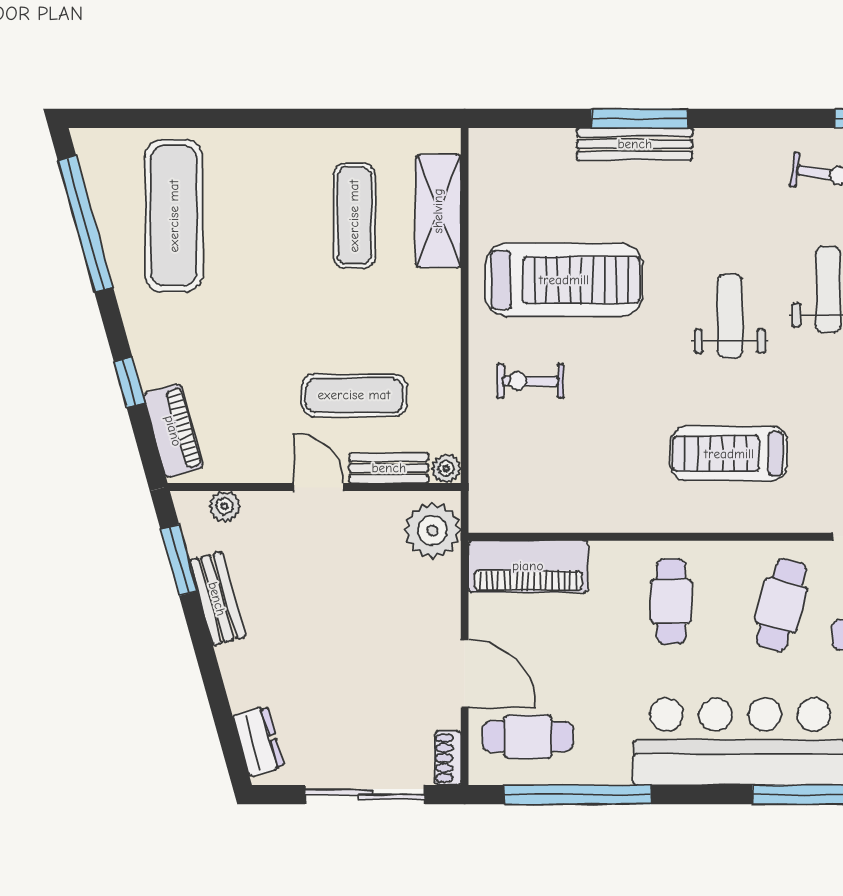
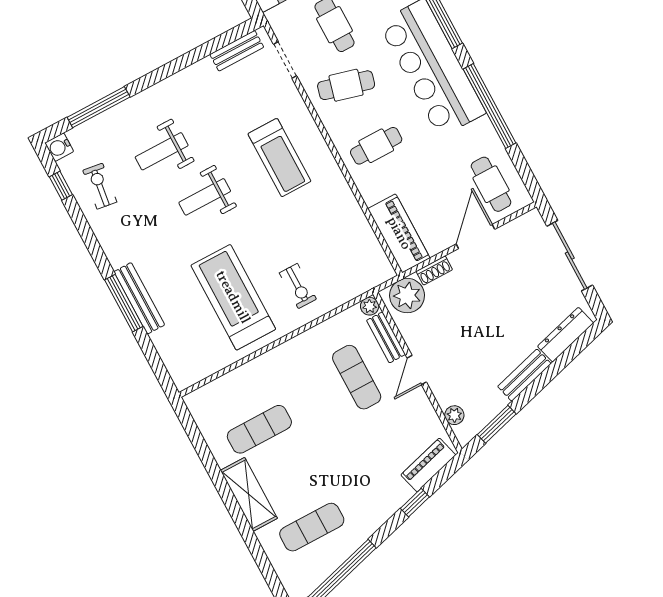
shelving: (438, 211) -> (249, 494), moved, turned 90
exercise mat: (174, 216) -> (312, 527), width x0.73, depth x0.69
bench: (217, 599) -> (524, 375), moved
dresser: (258, 741) -> (566, 335), width x1.44
shoe rack: (448, 758) -> (434, 270), moved
window: (578, 795) -> (490, 106), moved

